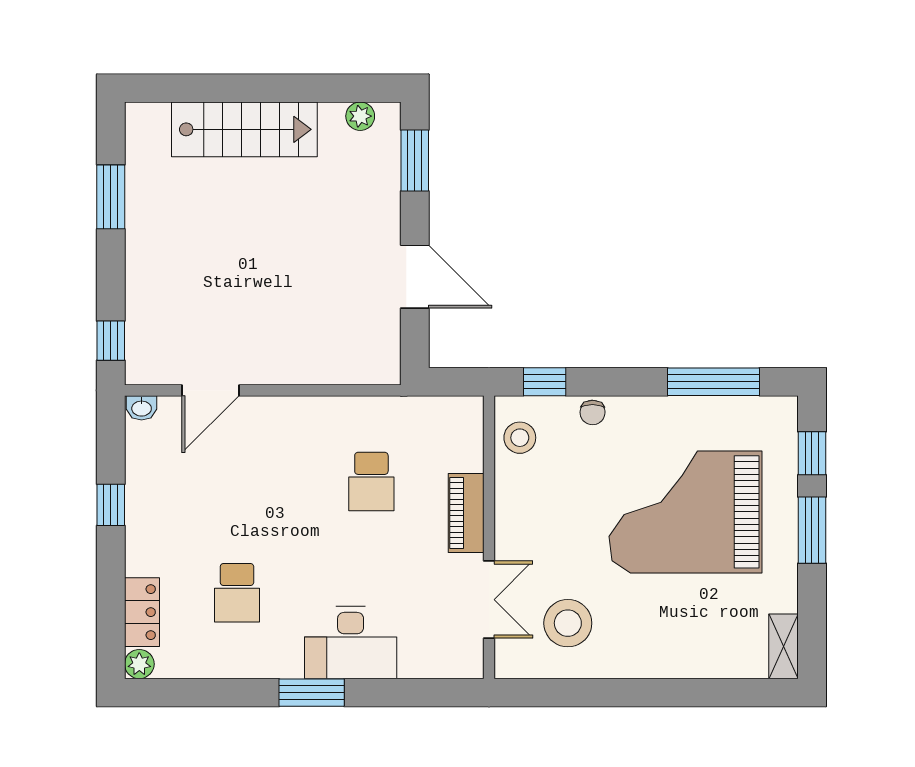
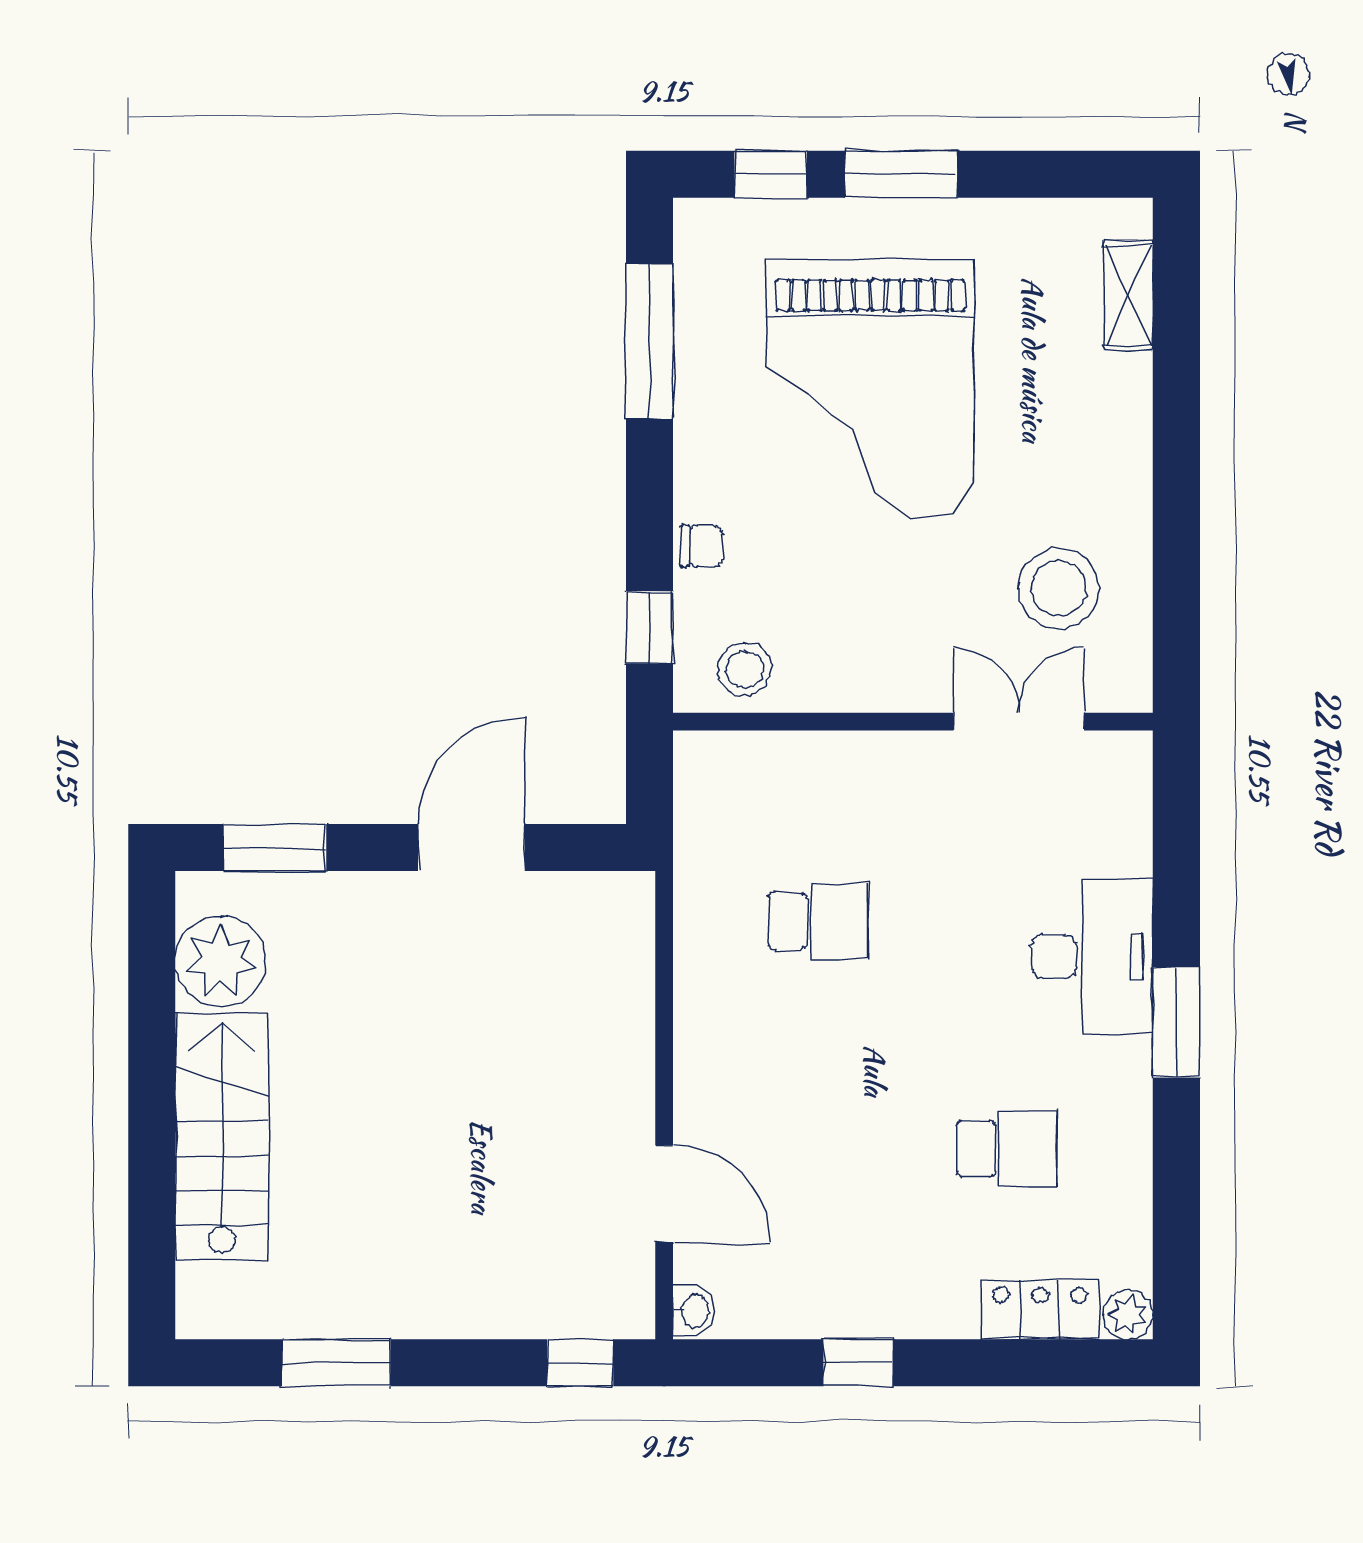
plant: (360, 116) -> (221, 961), width x1.88, depth x1.88
piano: (466, 513) -> (872, 760), removed
shelving: (784, 646) -> (1128, 295), moved, turned 90

